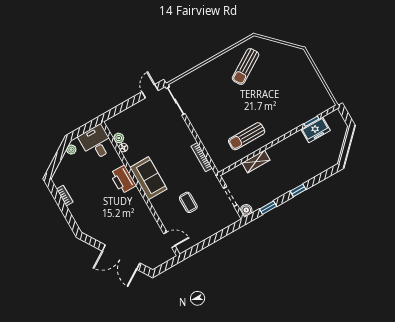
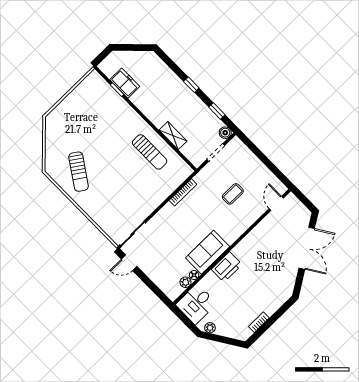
sun lounger: (246, 66) -> (79, 172), turned 66
sofa: (148, 178) -> (208, 252), moved

